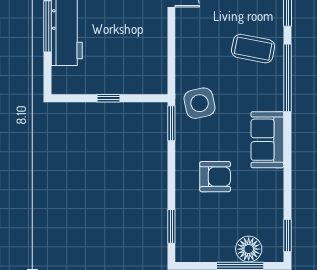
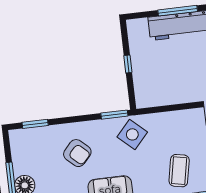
side table: (200, 103) -> (132, 134), turned -36
armchair: (215, 177) -> (77, 153), turned -48

